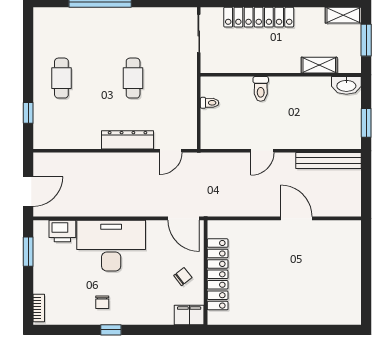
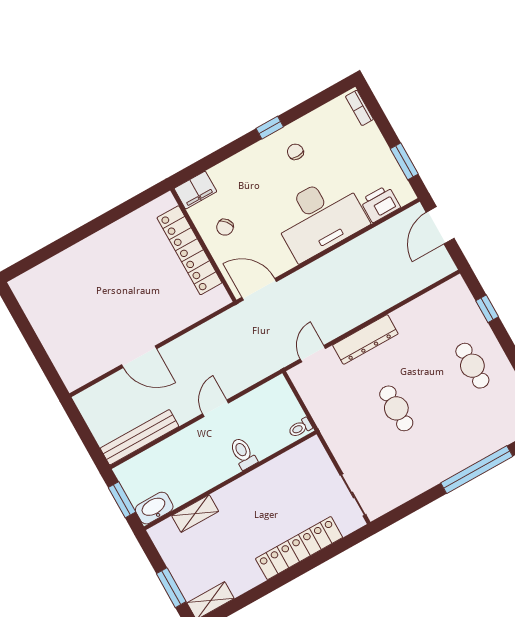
shelving: (319, 65) -> (195, 514), moved
wall: (281, 75) -> (230, 480), moved
washbasin: (346, 85) -> (154, 508), moved
toilet: (261, 89) -> (243, 453), moved

